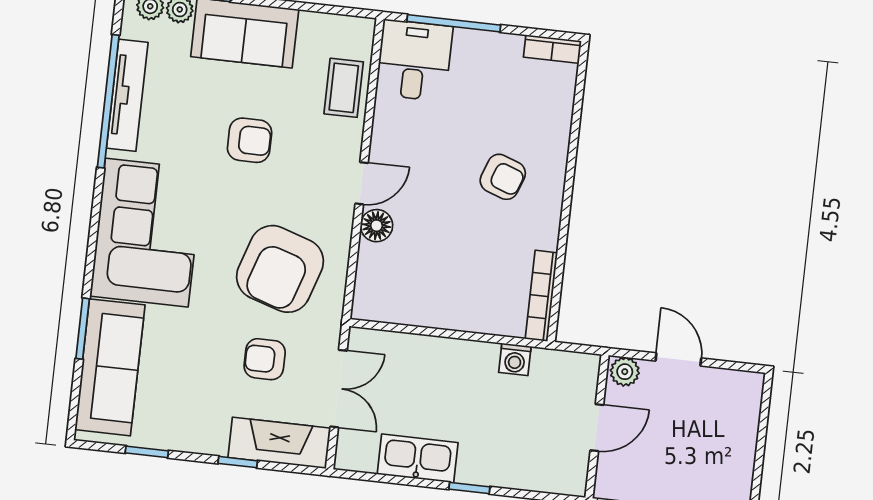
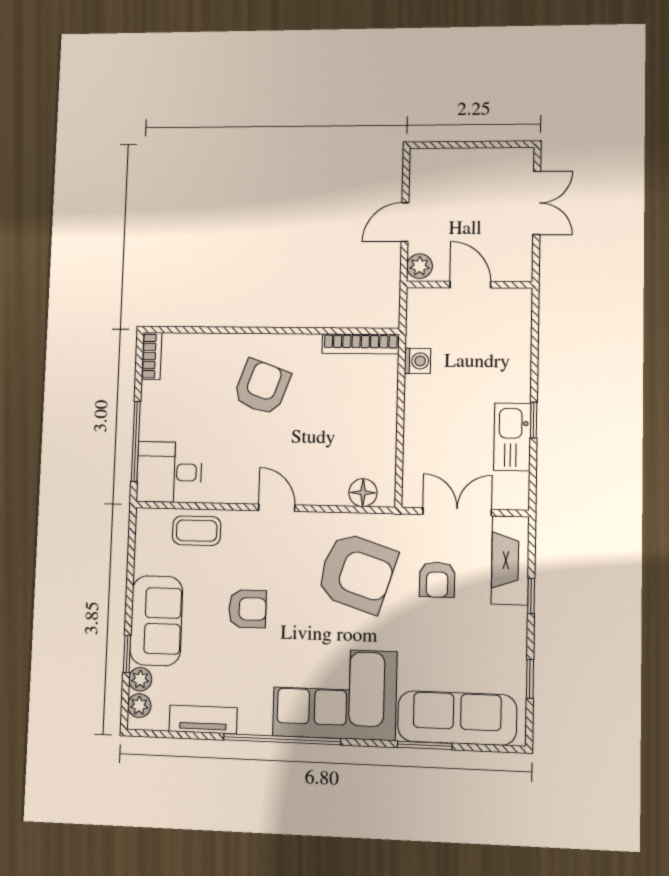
tv unit: (127, 95) -> (203, 720), width x0.71
window: (108, 101) -> (282, 739), moved
armchair: (250, 140) -> (247, 609), turned 90
armchair: (503, 177) -> (262, 387), width x1.38, depth x1.38
floor lamp: (376, 226) -> (363, 493), moved
window: (469, 488) -> (534, 420), moved

